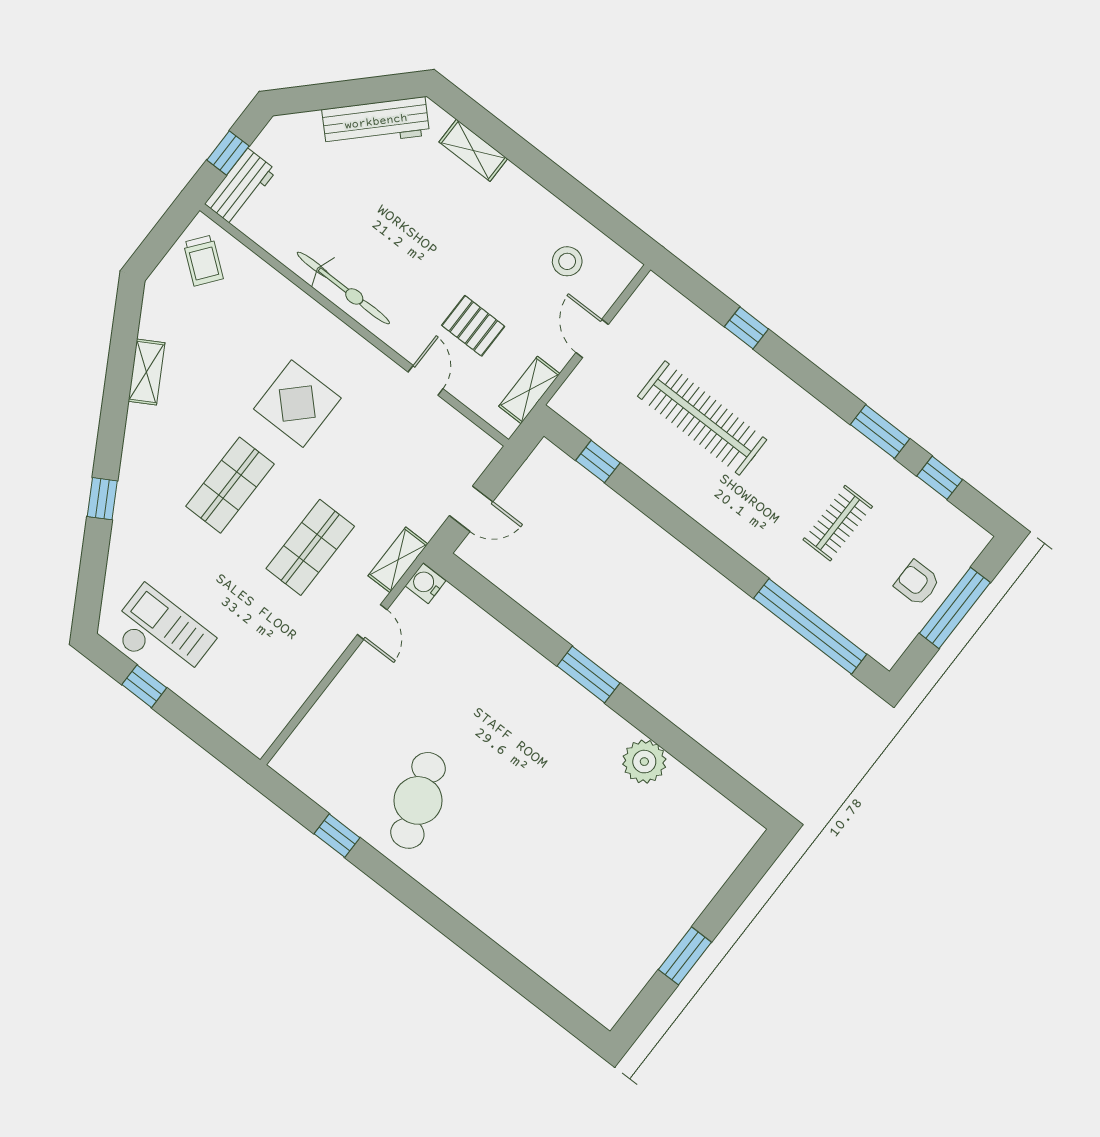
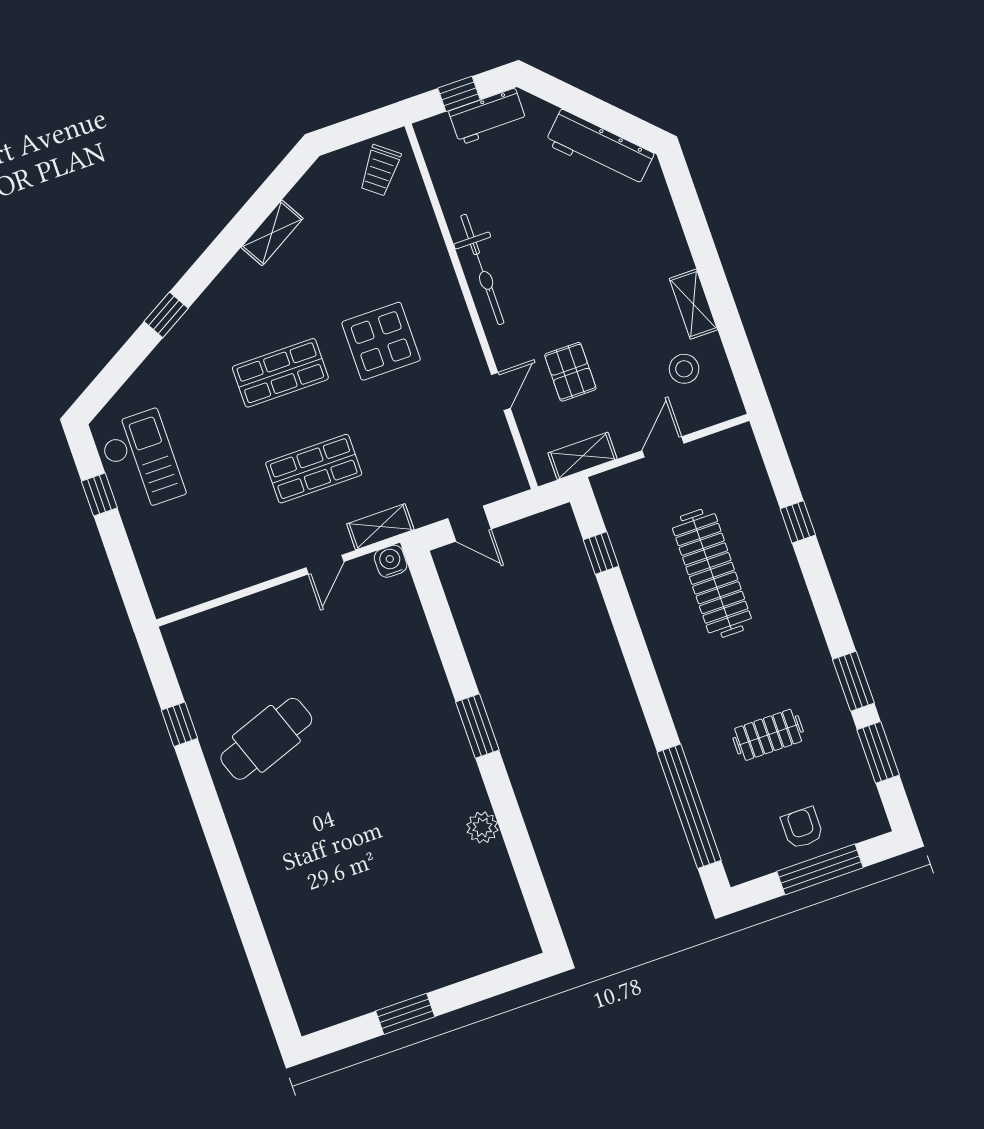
shelving: (473, 150) -> (693, 304), moved
workbench: (241, 187) -> (488, 117), moved
window: (940, 478) -> (878, 752), width x1.50
plant: (644, 762) -> (482, 827), width x0.73, depth x0.73

